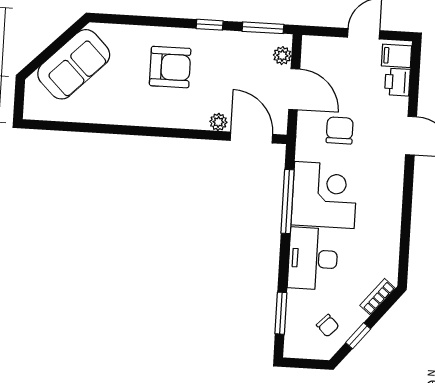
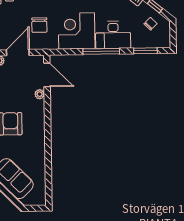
chair: (340, 130) -> (39, 25), turned -90
door: (251, 137) -> (47, 75), swing flipped
window: (287, 202) -> (101, 51), moved

